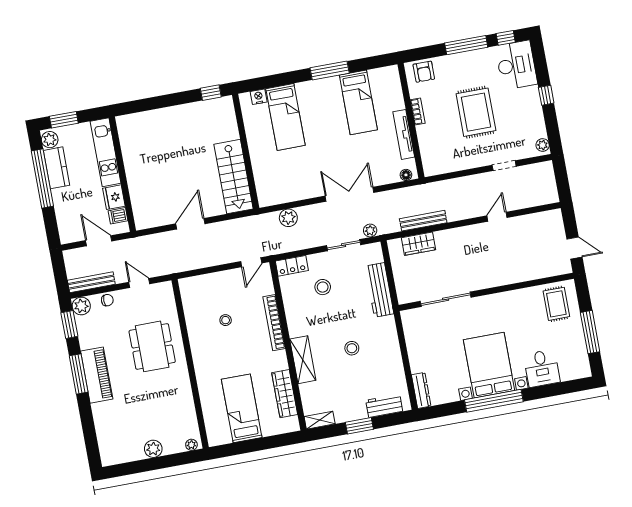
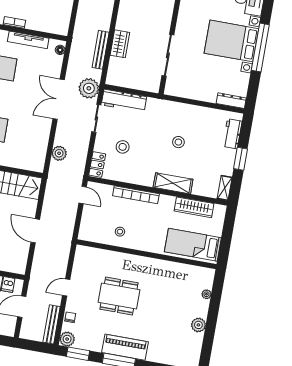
plant: (370, 230) -> (89, 88), width x1.88, depth x1.88
wardrobe: (418, 244) -> (120, 44), moved
workbench: (379, 290) -> (124, 101), moved
wall: (190, 364) -> (147, 254), moved

